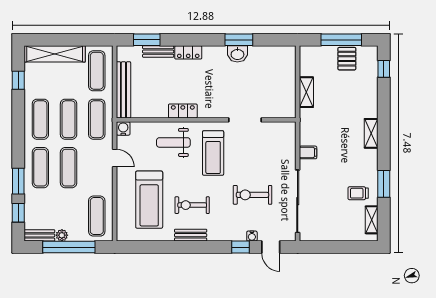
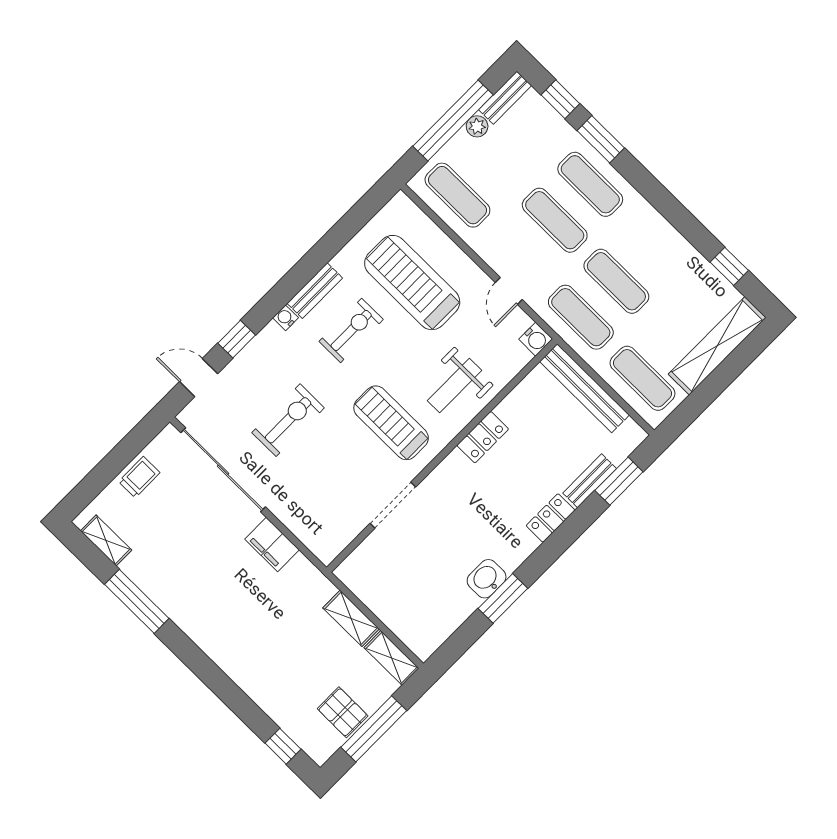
exercise mat: (40, 119) -> (652, 245), removed
shelving: (371, 133) -> (391, 658), moved
weight bench: (173, 142) -> (455, 386), turned 180
filing cabinet: (308, 152) -> (272, 544), width x2.00
door: (115, 158) -> (509, 291), hinge flipped
window: (384, 184) -> (137, 601), width x1.44
trolley: (358, 193) -> (139, 477), moved
water cooler: (252, 236) -> (286, 318), moved

